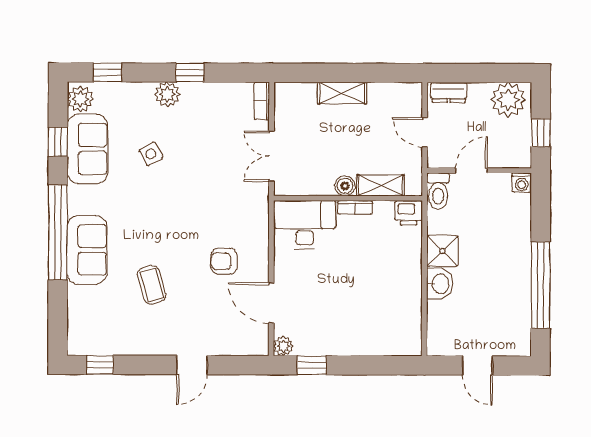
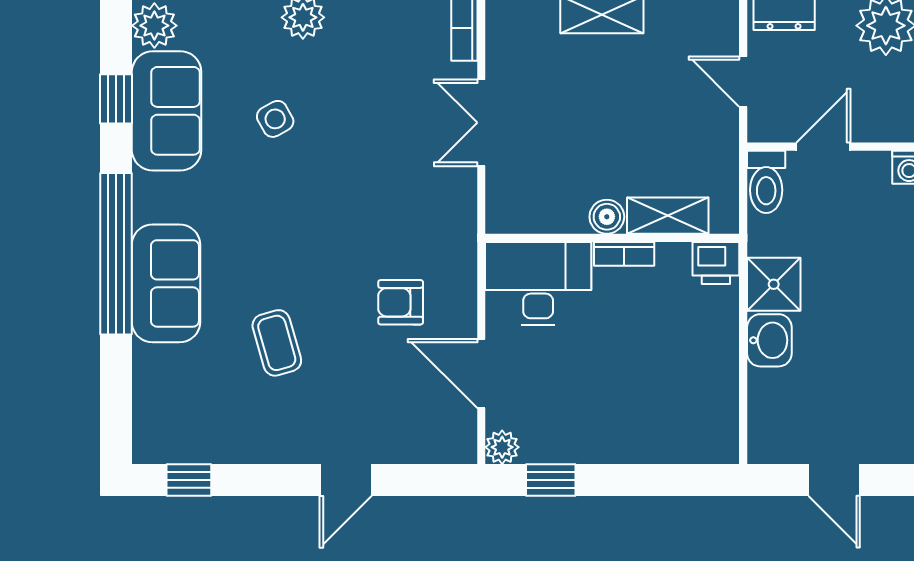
shelving: (381, 185) -> (668, 216), moved
boiler: (345, 186) -> (607, 217), moved
wall: (348, 198) -> (612, 238), moved
bookcase: (355, 208) -> (624, 254), moved
printer: (409, 213) -> (716, 263), moved
desk: (305, 225) -> (538, 283), moved

